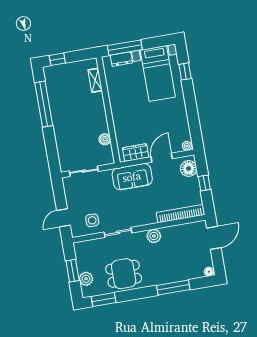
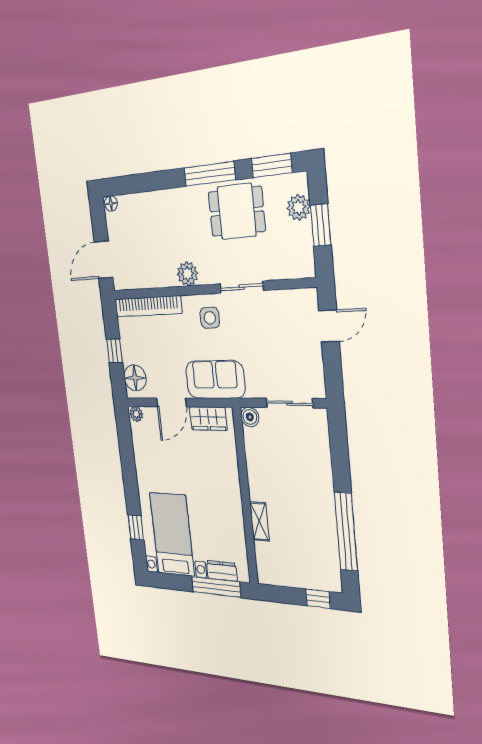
shelving: (95, 80) -> (259, 521), moved
boiler: (105, 139) -> (250, 417), moved
side table: (92, 220) -> (210, 318), moved
window: (173, 287) -> (210, 174), moved

